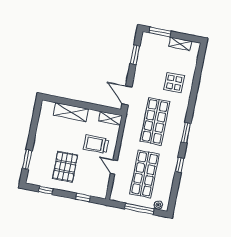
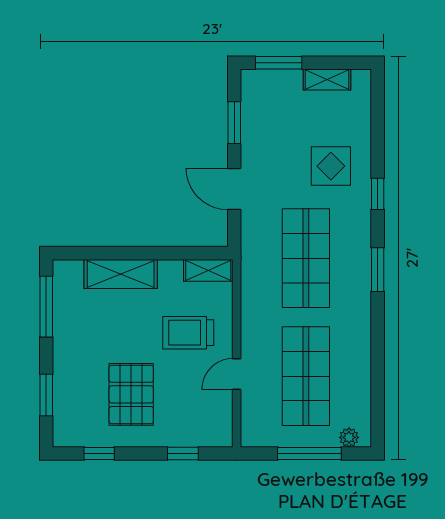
door: (127, 95) -> (234, 189), moved
window: (35, 120) -> (46, 307), added
window: (180, 165) -> (378, 194), moved
door: (114, 167) -> (237, 374), hinge flipped

